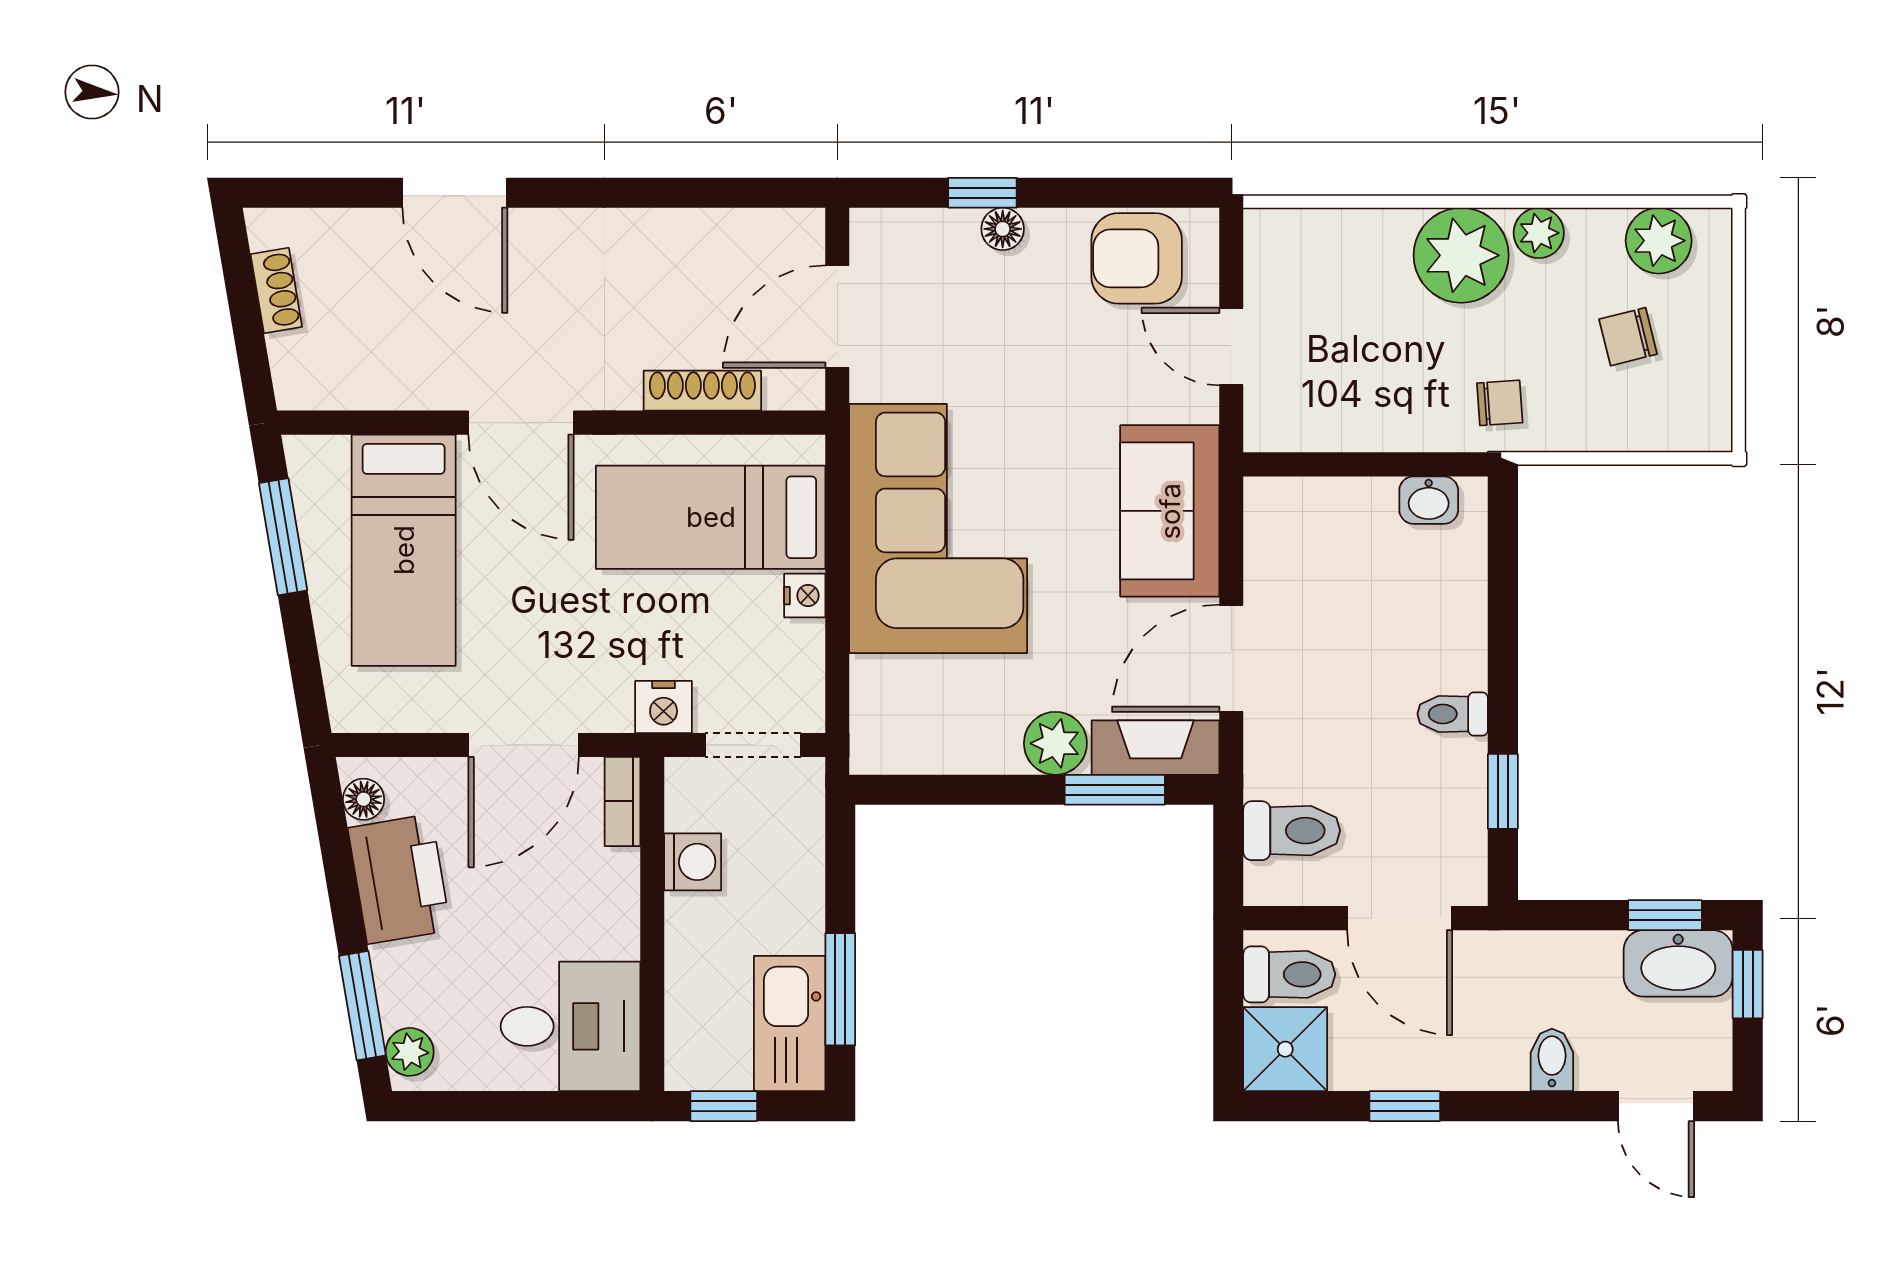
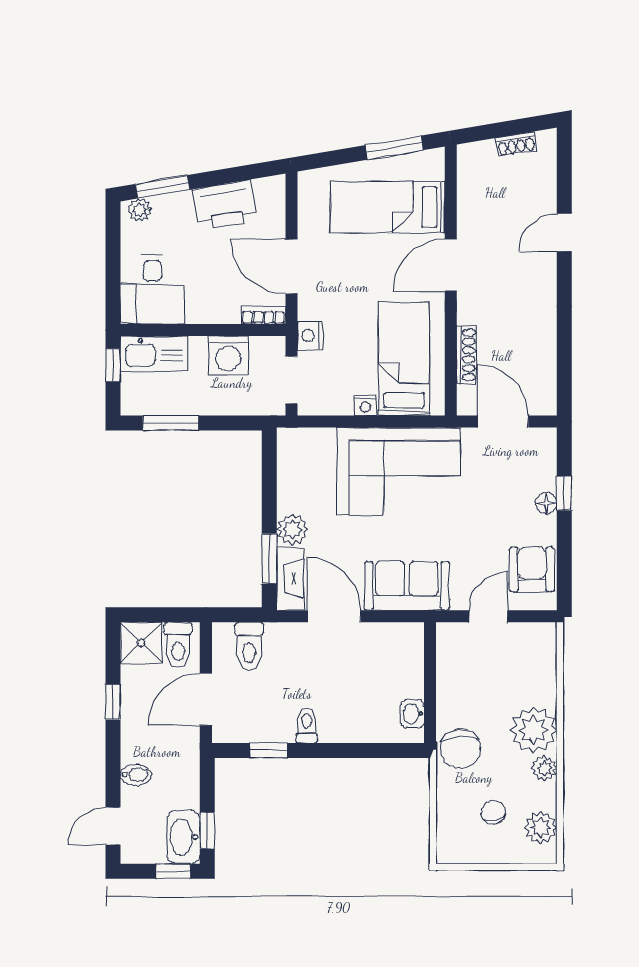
door: (455, 193) -> (564, 233), width x0.73
chair: (1500, 403) -> (460, 749), width x1.87, depth x1.87
floor lamp: (364, 799) -> (265, 187), removed
washing machine: (693, 862) -> (228, 355), width x1.38, depth x1.38
kitchen sink: (790, 1024) -> (154, 354), moved, turned 180

